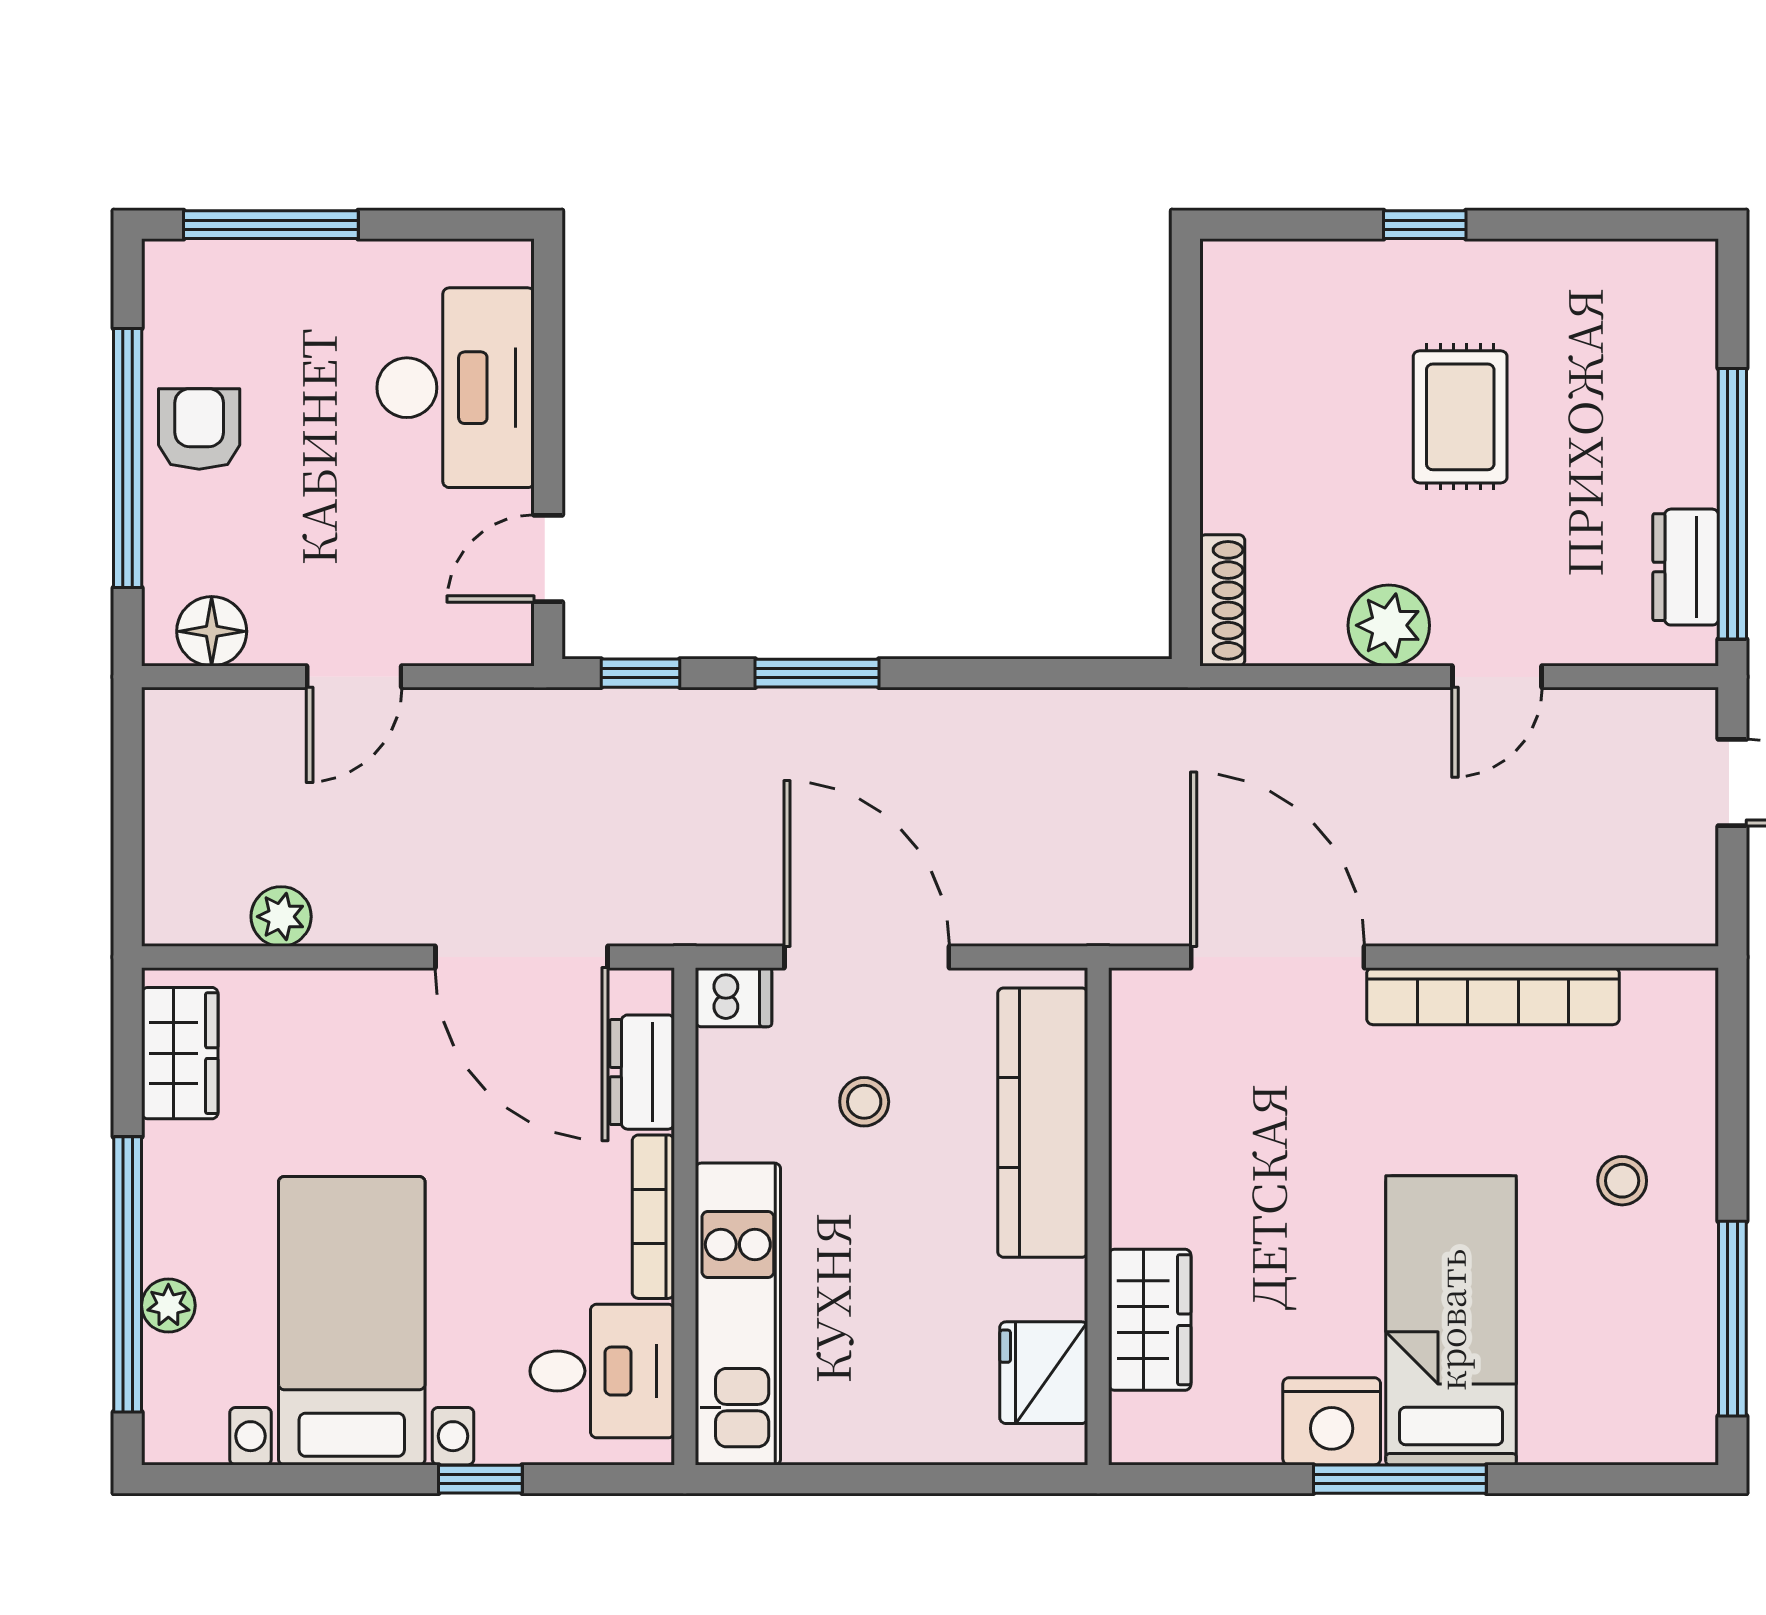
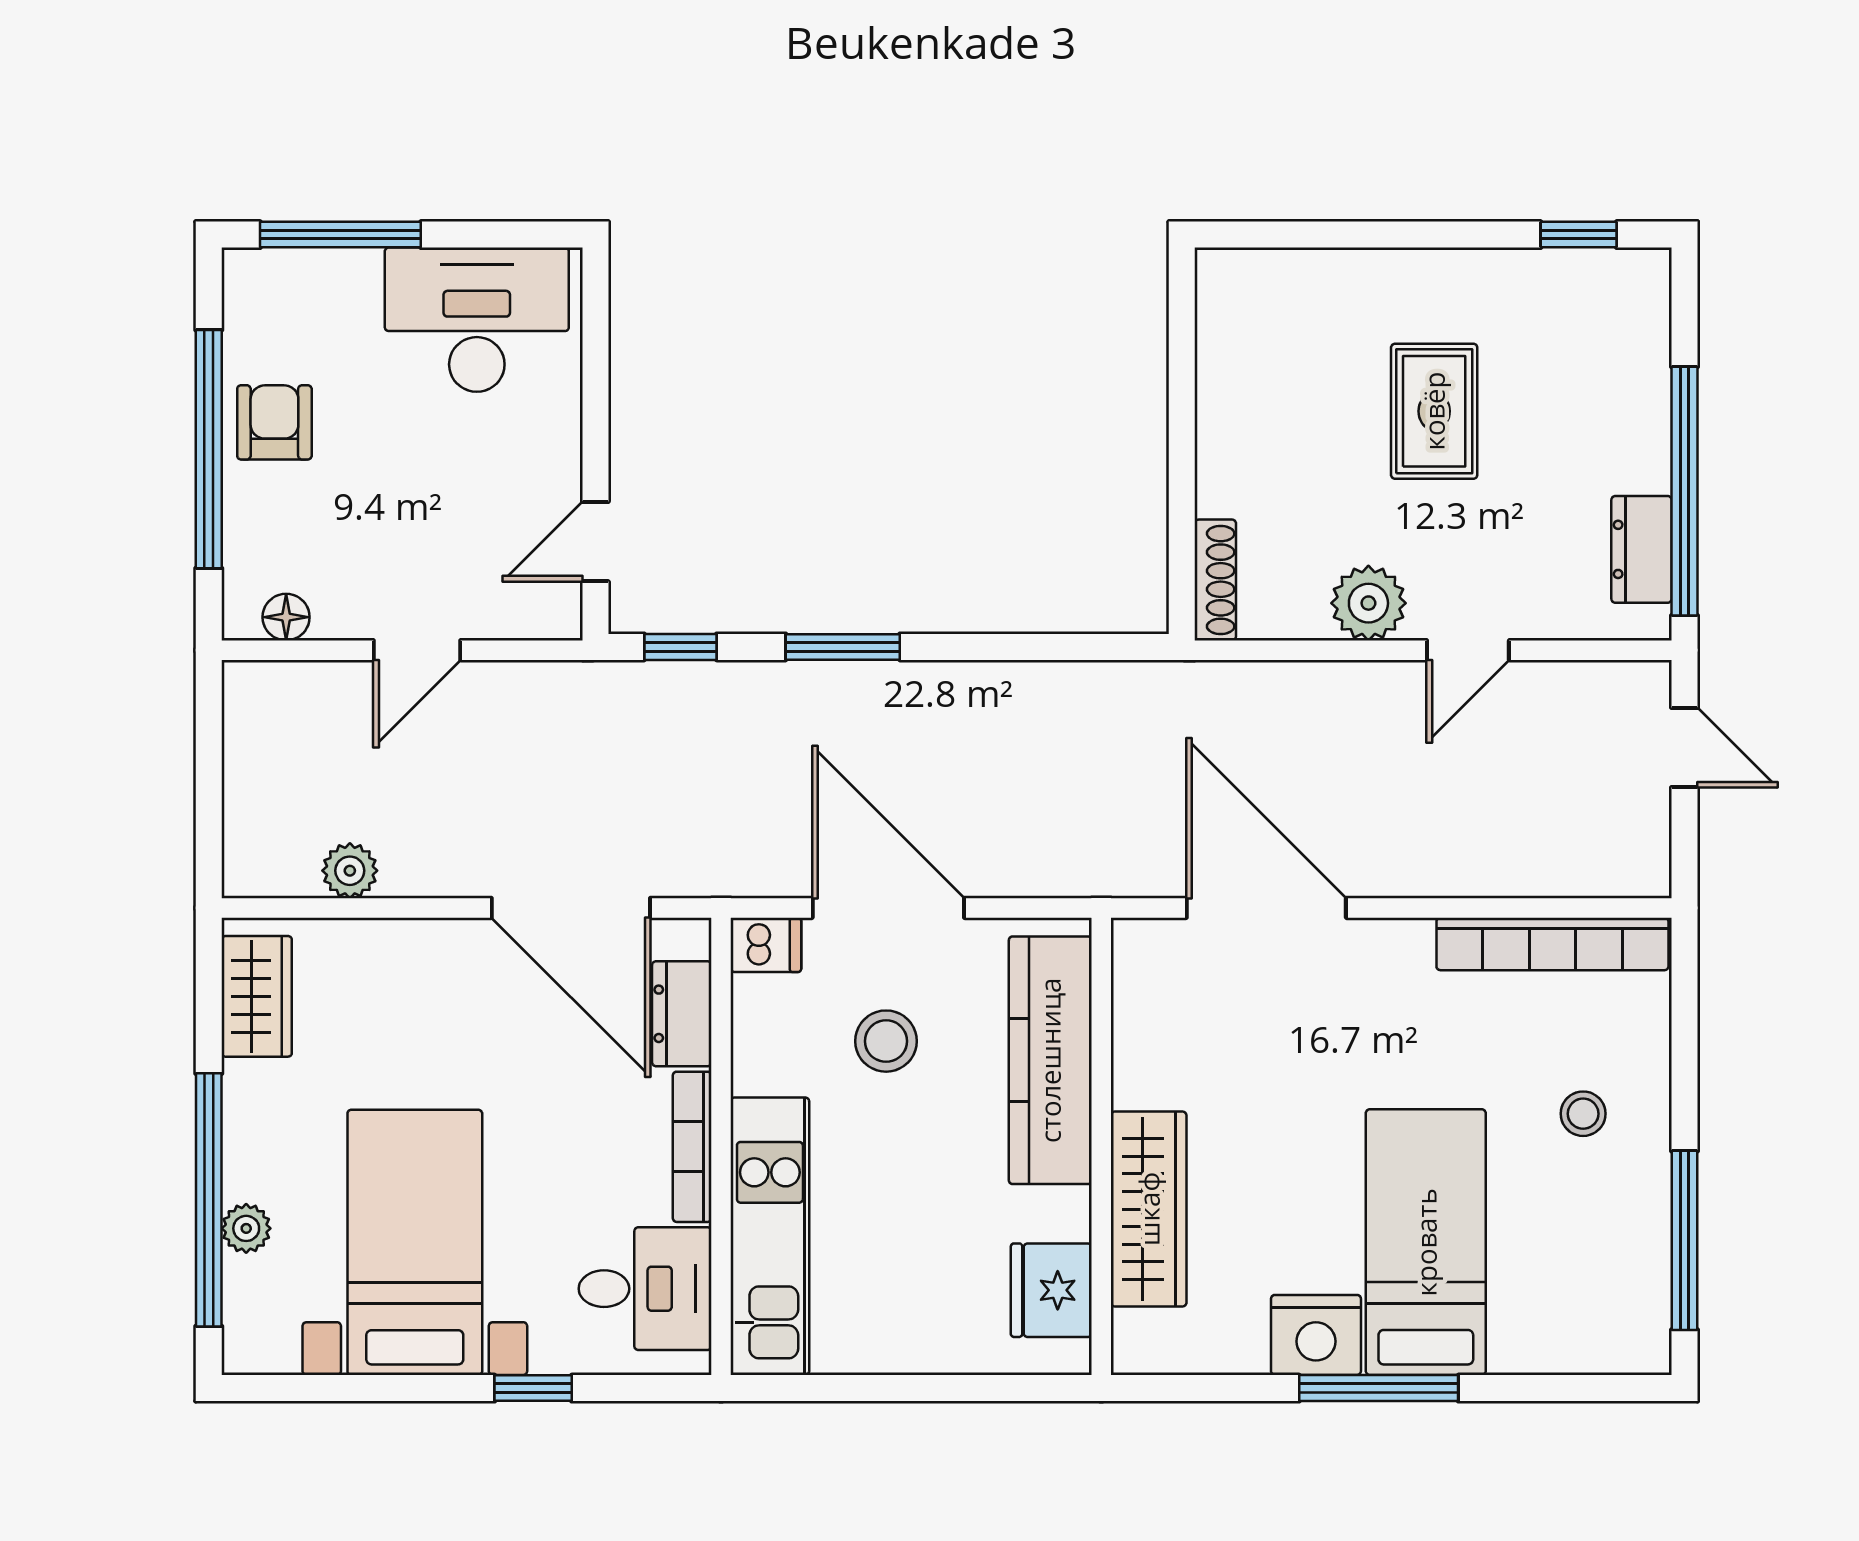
window: (1425, 225) -> (1579, 235), moved
desk: (456, 388) -> (477, 320), moved, turned -90
floor lamp: (212, 631) -> (286, 617), width x0.73, depth x0.73
bookcase: (1493, 996) -> (1552, 944), moved
stool: (864, 1102) -> (886, 1041), width x1.37, depth x1.37
wardrobe: (1150, 1320) -> (1149, 1209), width x1.50

